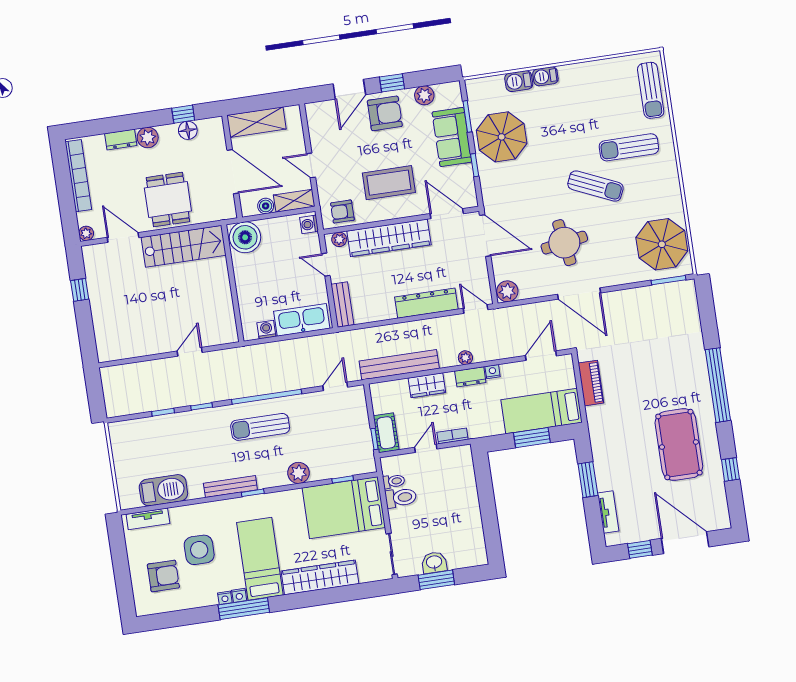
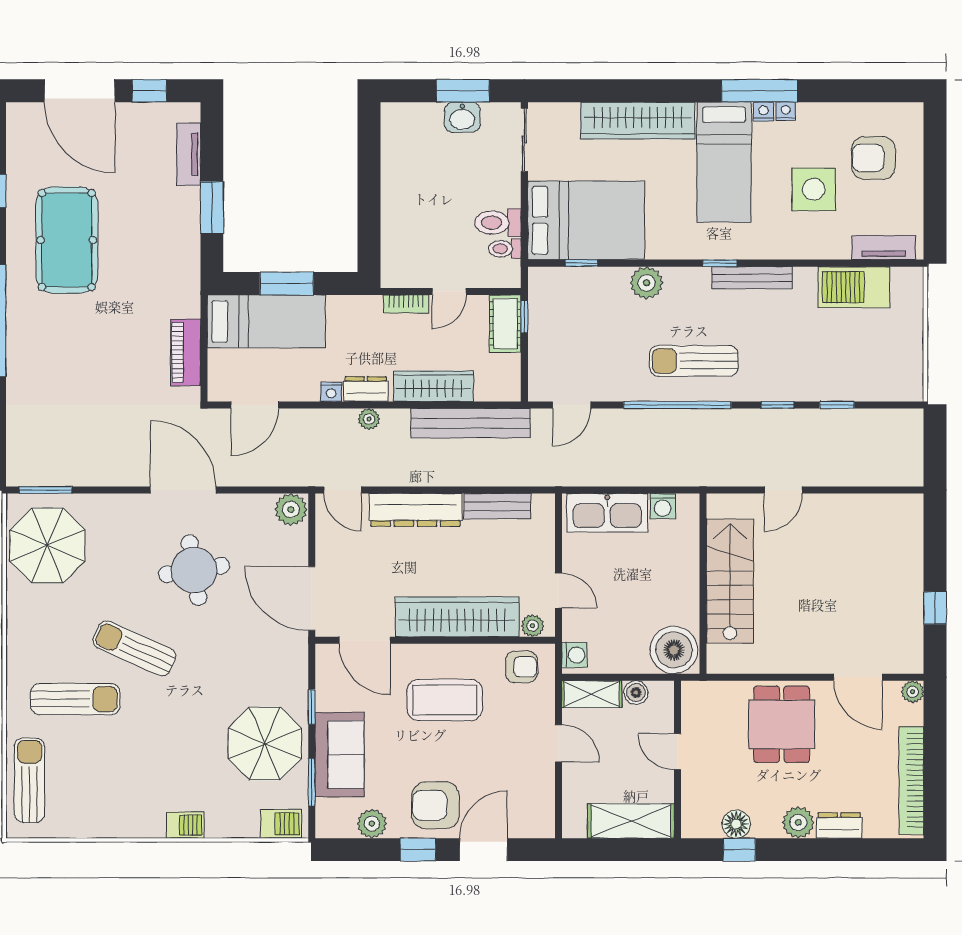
barbecue: (519, 81) -> (281, 824), moved
door: (233, 172) -> (678, 752), width x0.53
stairs: (184, 246) -> (730, 581), moved, turned 90
bench: (342, 304) -> (497, 506), moved, turned 90
wardrobe: (427, 385) -> (433, 386), width x1.50
sun lounger: (260, 427) -> (694, 361), turned 180

